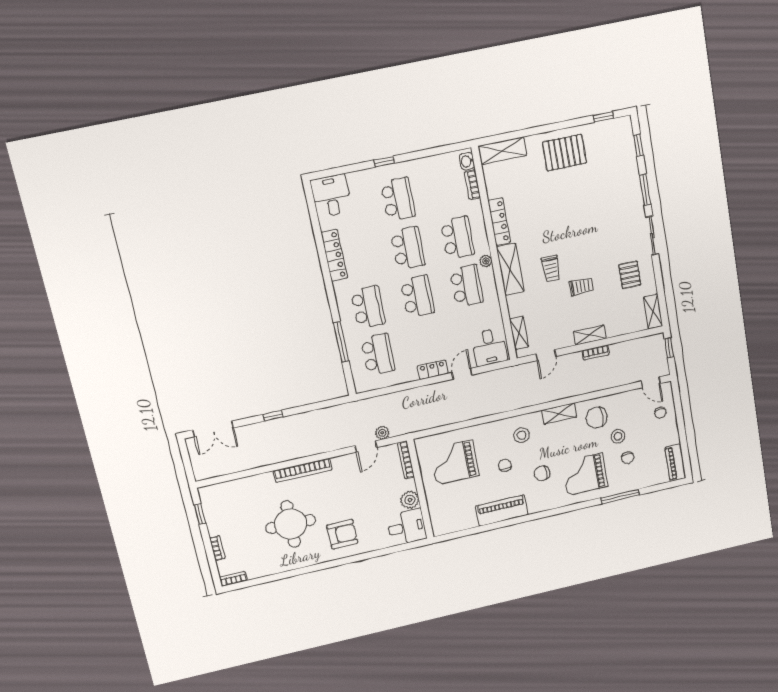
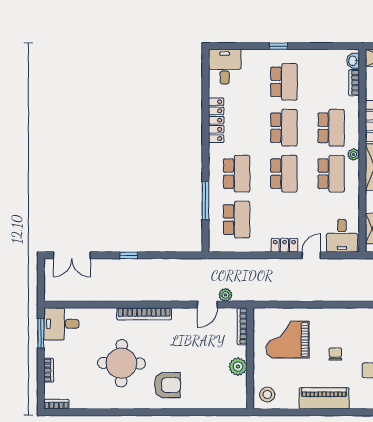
stool: (522, 435) -> (267, 395), moved
window: (200, 514) -> (41, 333), width x1.50
desk: (407, 527) -> (61, 324), moved, turned 180

